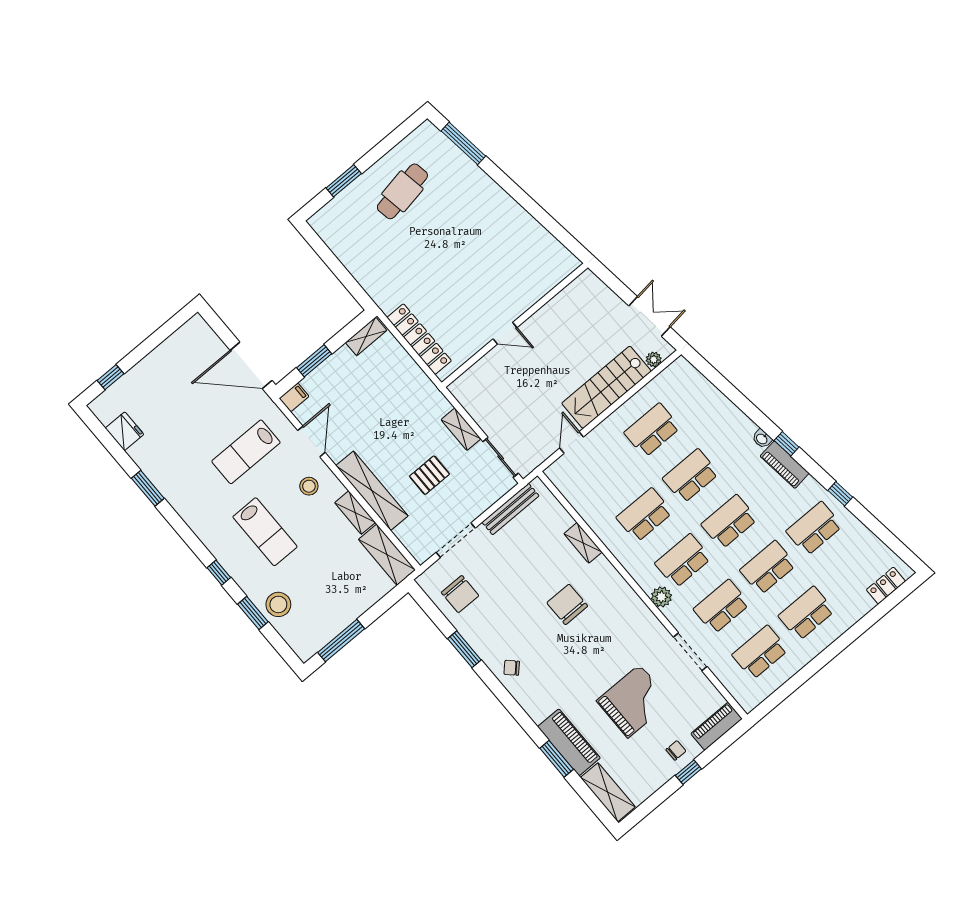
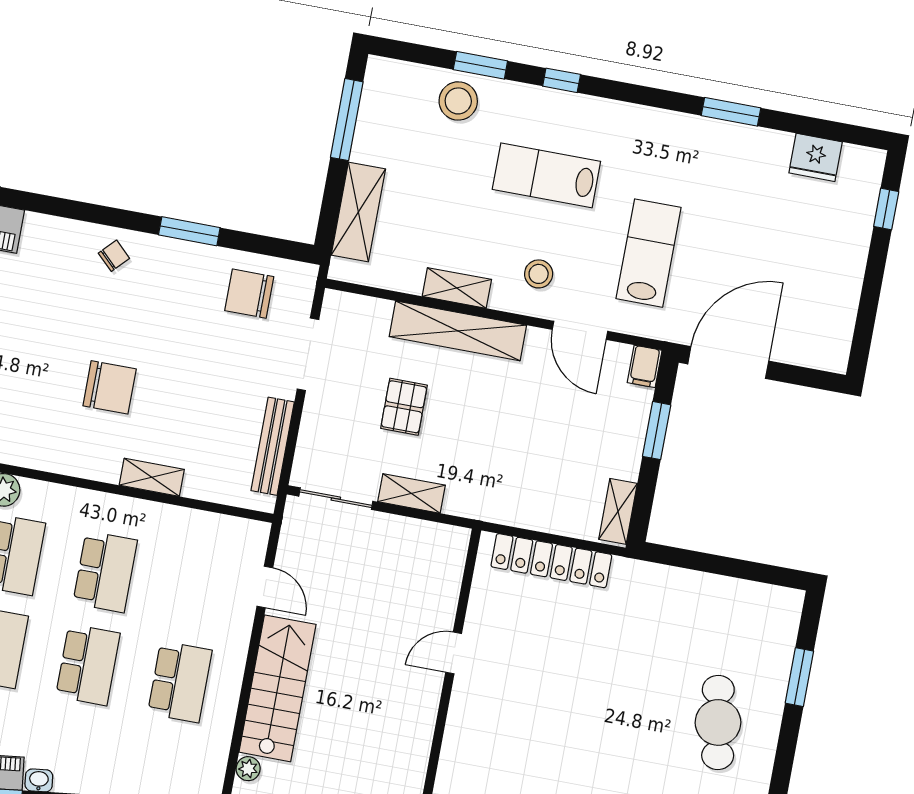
shelving: (387, 555) -> (358, 212), moved, turned 90

